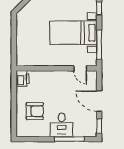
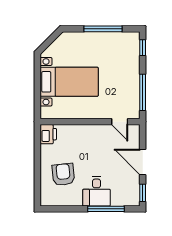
bed with nightstands: (73, 33) -> (69, 82), moved, turned 180
armchair: (35, 111) -> (63, 174), turned -96

